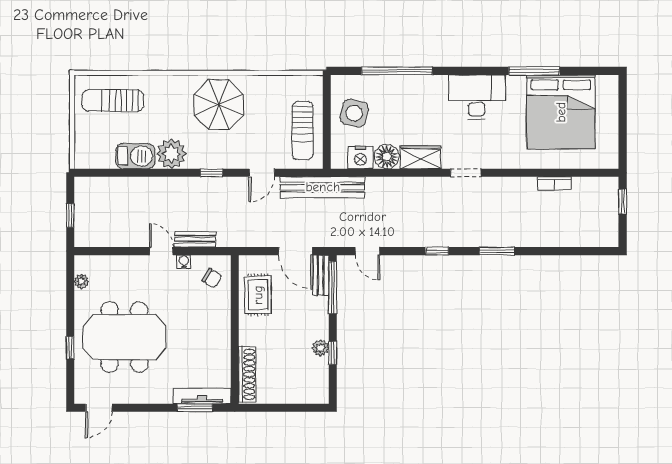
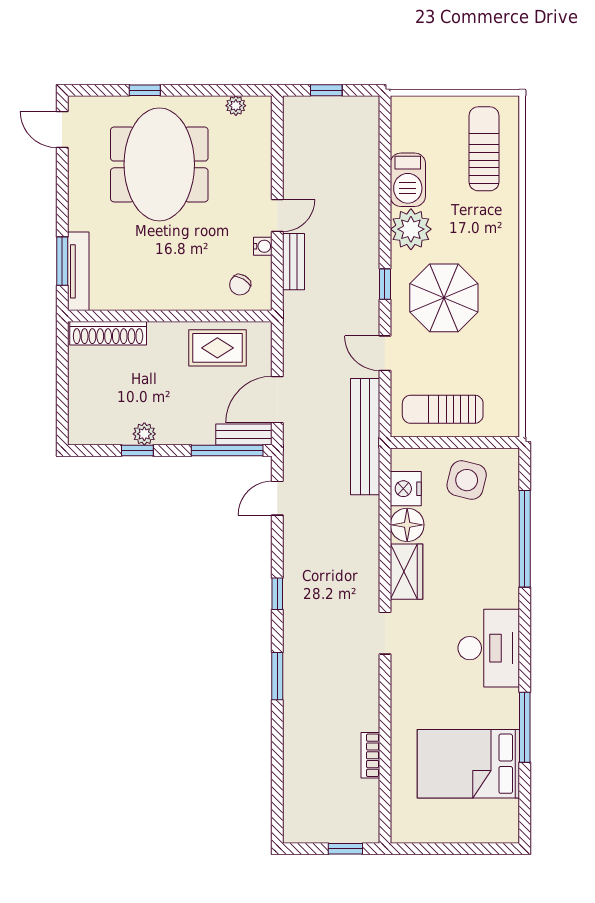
parasol: (219, 105) -> (444, 298), moved
bed: (561, 112) -> (468, 764), width x0.73

